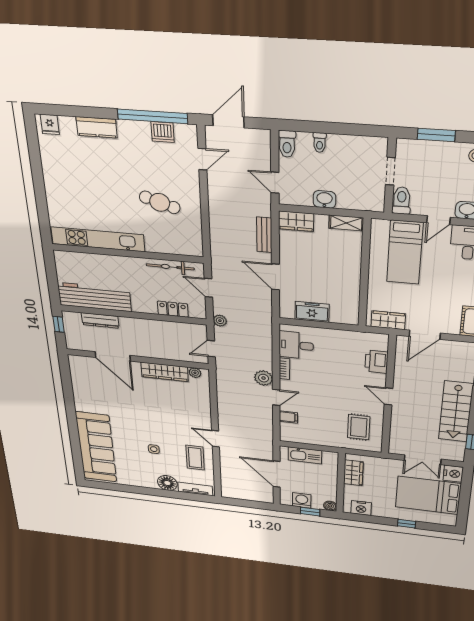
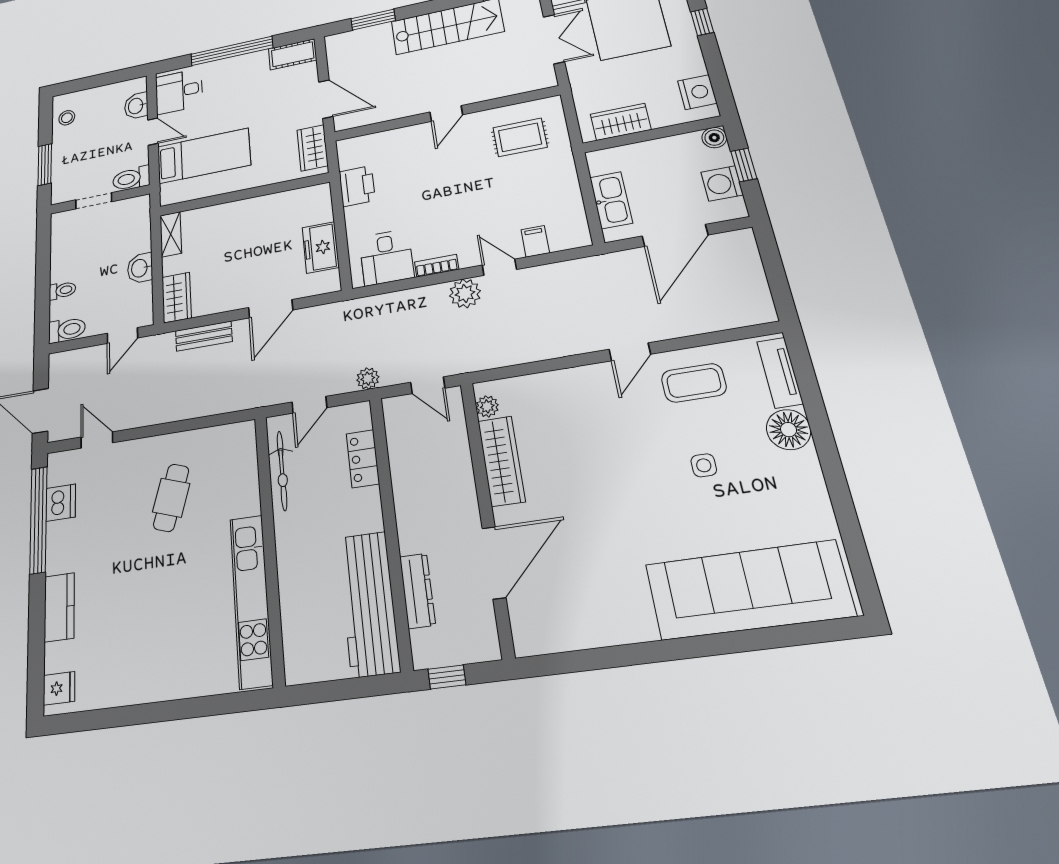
printer: (376, 362) -> (357, 186), moved, turned -90

